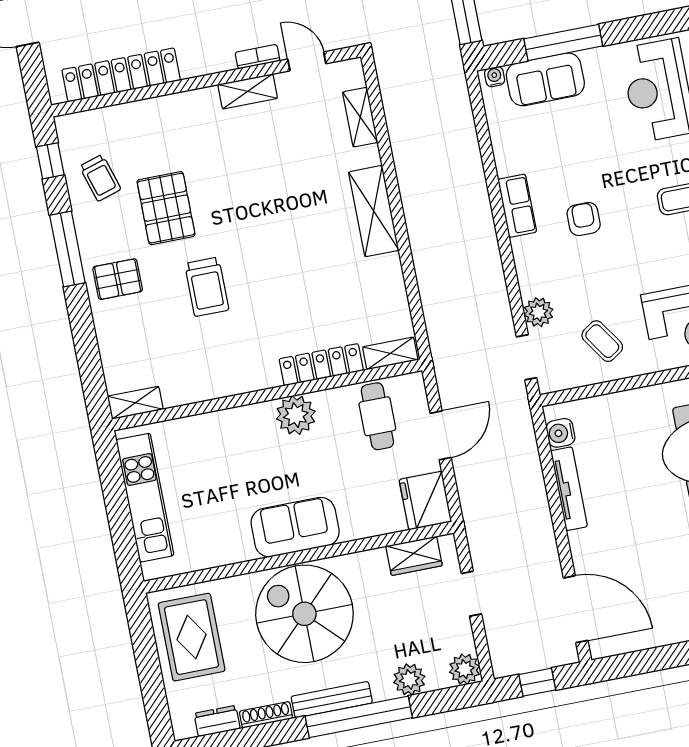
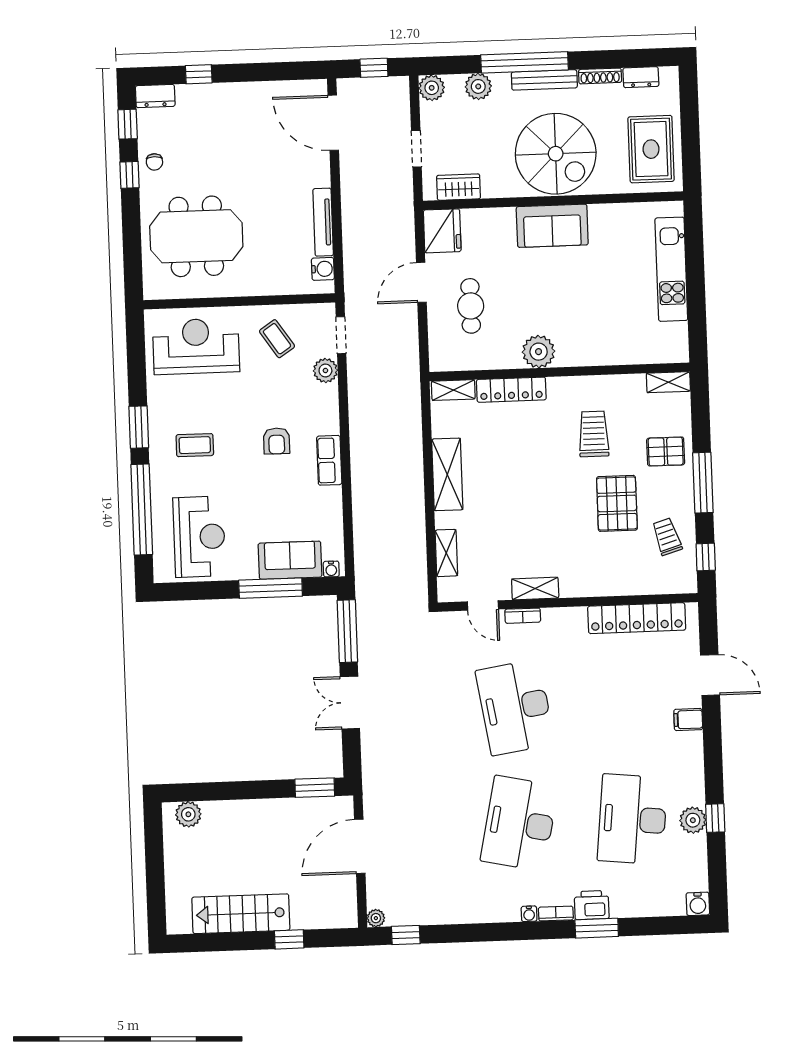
shelving: (390, 353) -> (453, 390), moved
locker: (321, 365) -> (511, 390), moved
wall: (267, 395) -> (559, 372), moved
shelving: (135, 403) -> (668, 382), moved
plant: (296, 415) -> (539, 352), moved

